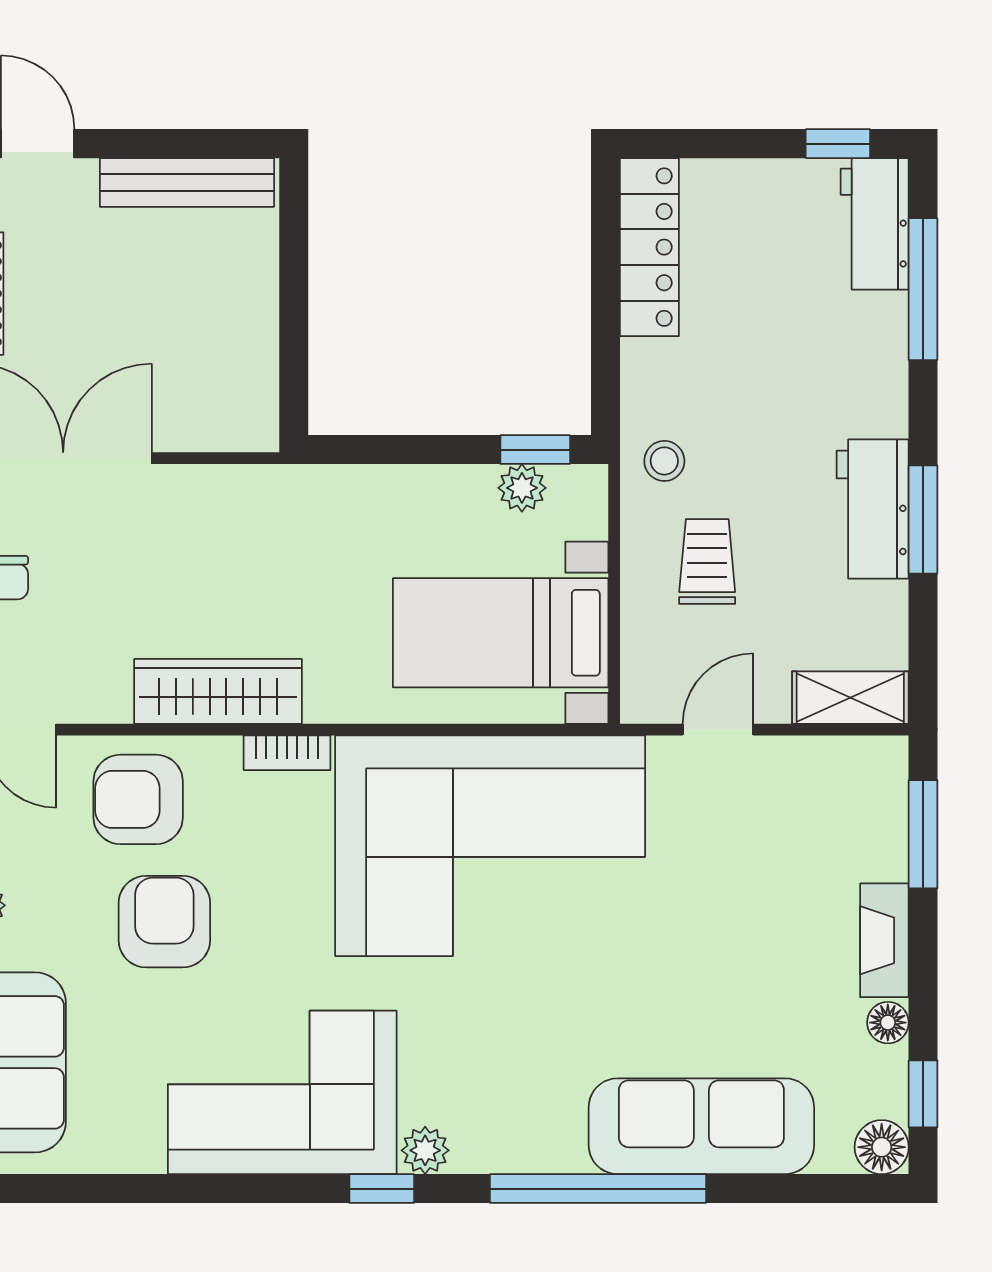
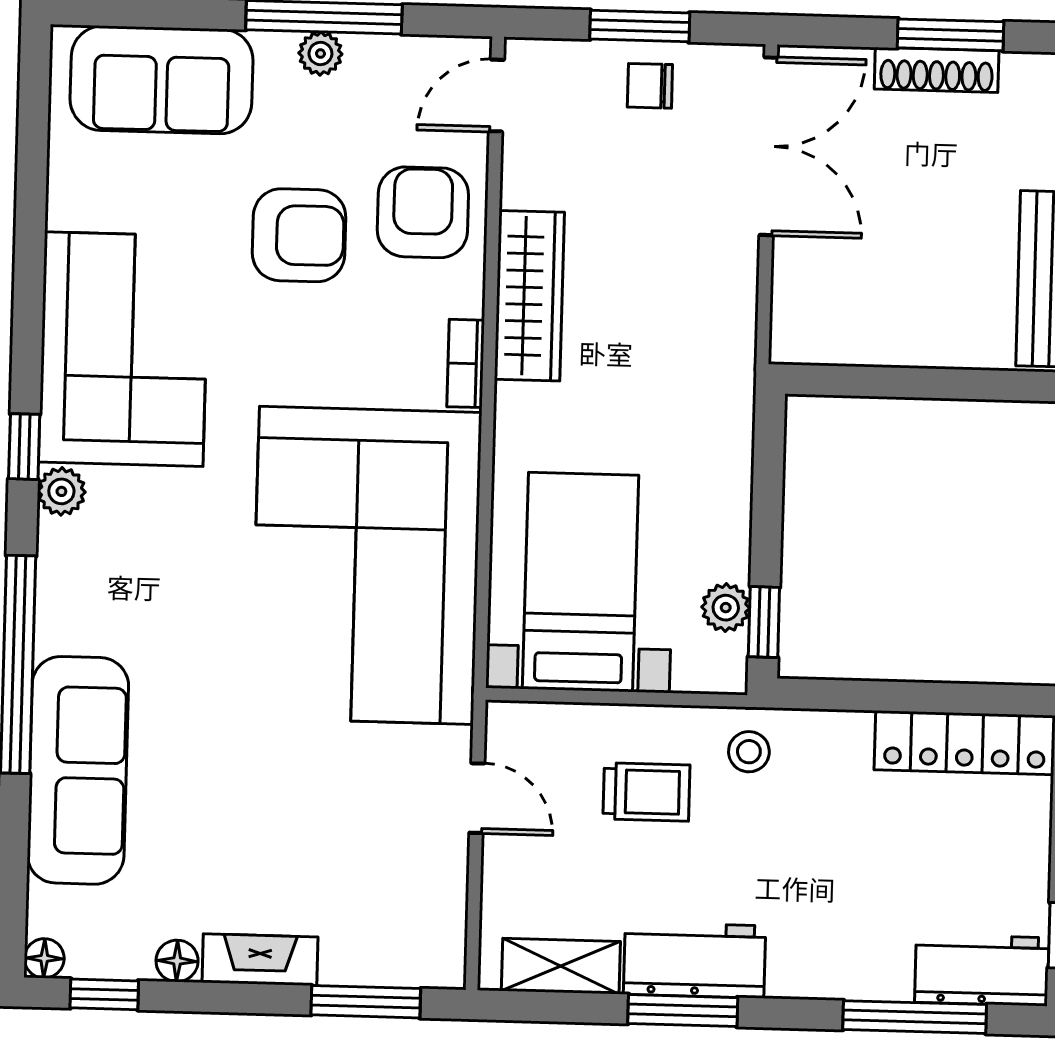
shelving: (850, 698) -> (561, 966), moved, turned 90
floor lamp: (882, 1147) -> (44, 958), width x0.73, depth x0.73

